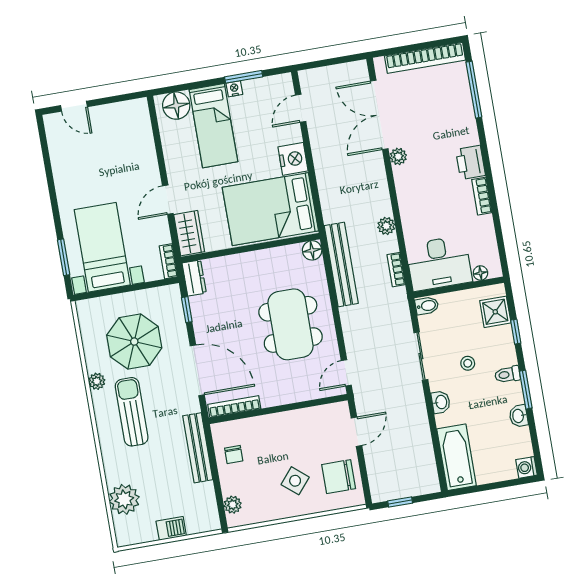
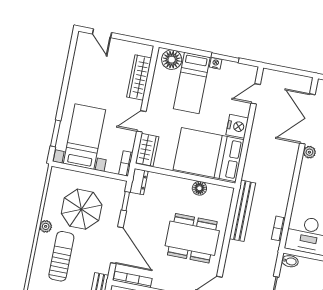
wardrobe: (143, 144) -> (139, 77), added
plant: (386, 226) -> (283, 196), removed
floor lamp: (312, 250) -> (199, 188), moved
dining table: (291, 324) -> (192, 238), turned 90

